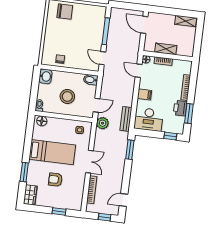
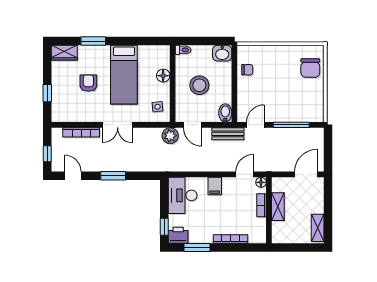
printer: (180, 108) -> (178, 235), moved
bench: (126, 119) -> (228, 134), moved
floor lamp: (42, 121) -> (163, 76), moved
window: (130, 150) -> (113, 176), moved

